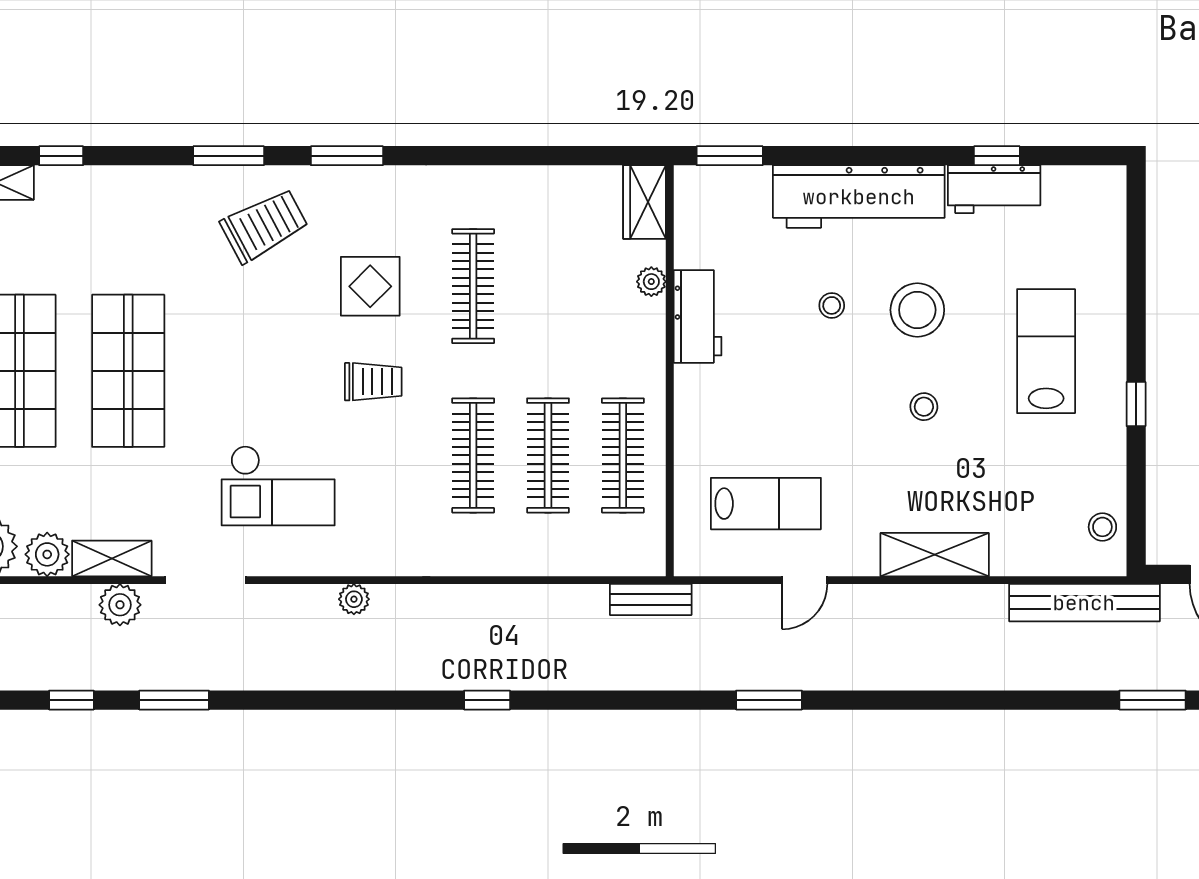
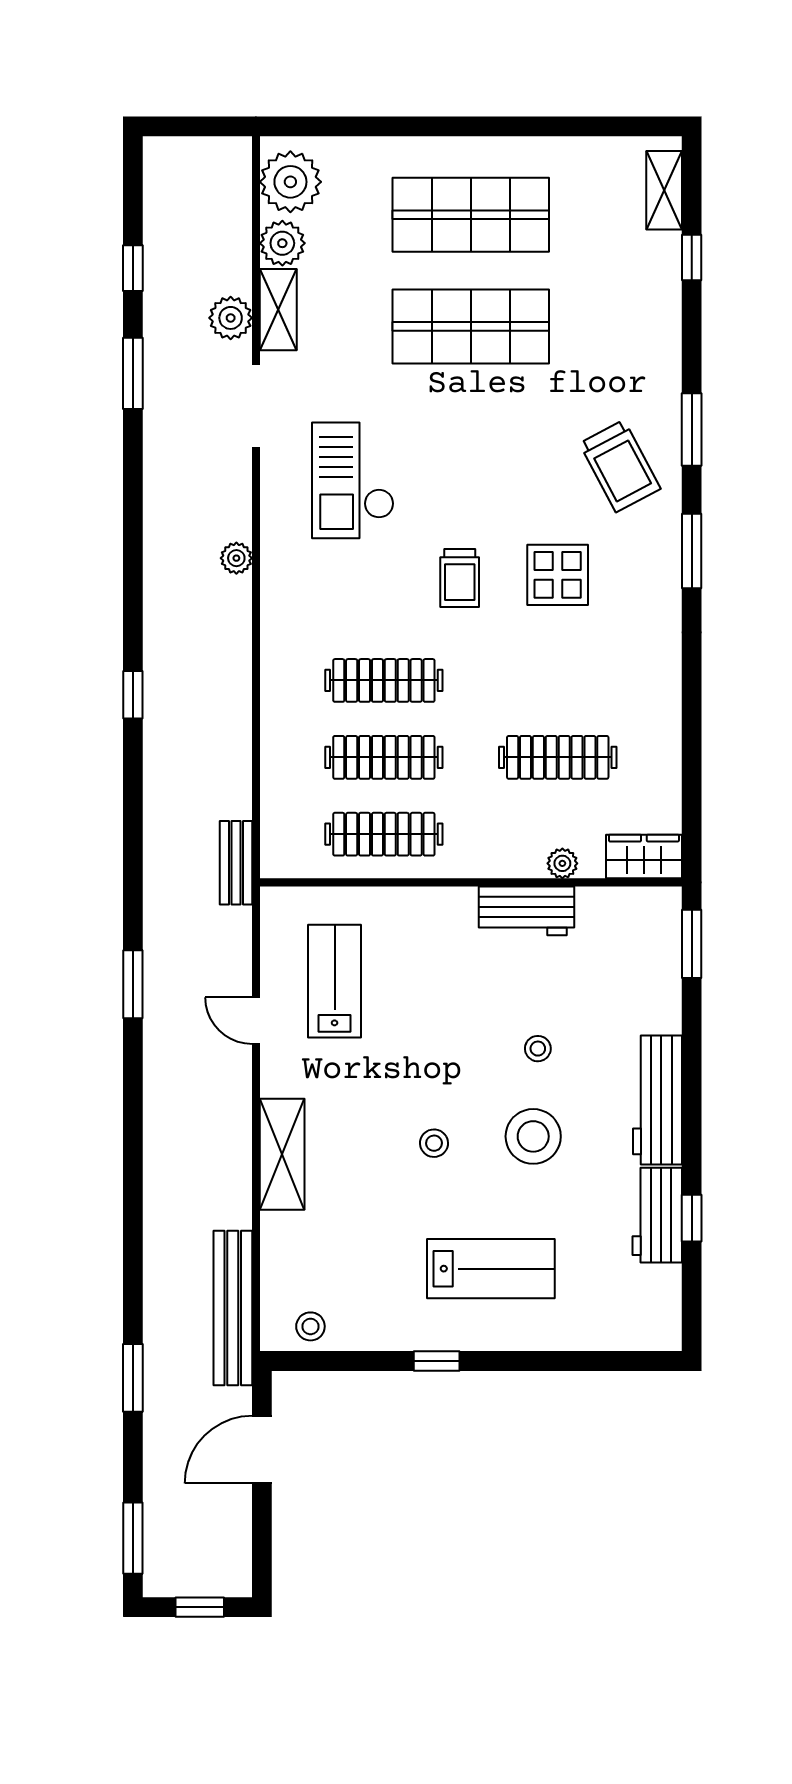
workbench: (859, 197) -> (657, 1100), width x0.73, depth x0.76
clothes rail: (473, 286) -> (558, 757), moved
lab bench: (766, 504) -> (335, 981), turned 180

